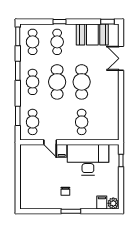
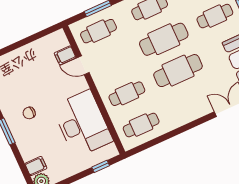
cafe table: (106, 122) -> (141, 125), added
door: (50, 142) -> (83, 65), hinge flipped
filing cabinet: (62, 151) -> (65, 55), moved

